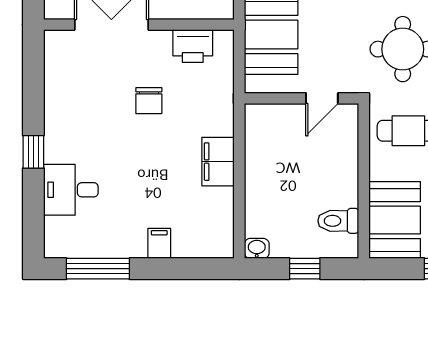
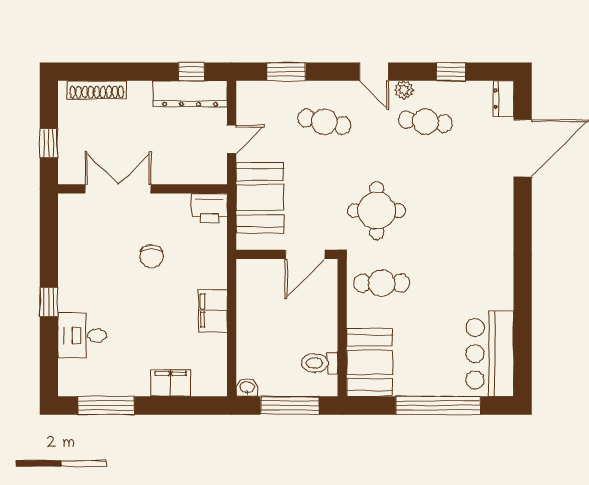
printer: (193, 46) -> (209, 208), moved
door: (322, 98) -> (305, 254), width x1.38
filing cabinet: (159, 243) -> (171, 383), width x2.00
window: (305, 269) -> (290, 405), width x2.17

